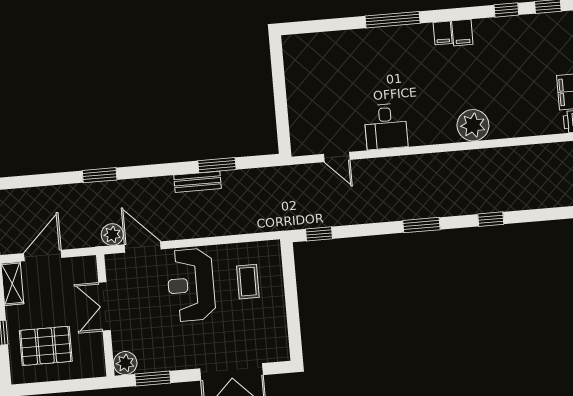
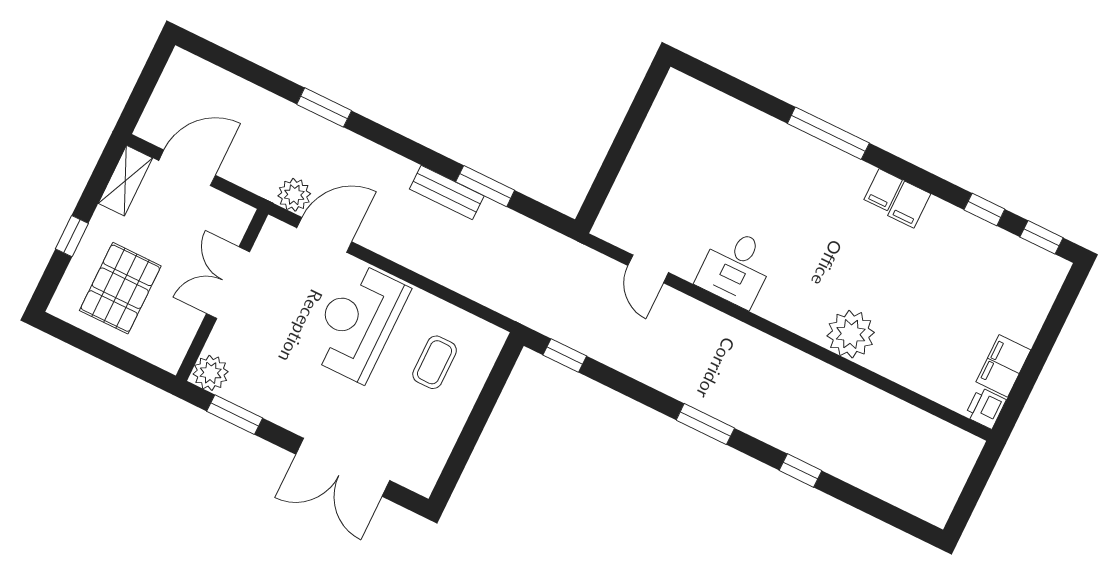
door: (143, 247) -> (324, 235), hinge flipped
pallet: (46, 346) -> (120, 288), turned 90

